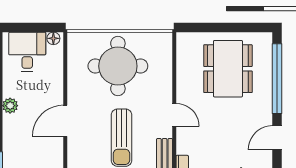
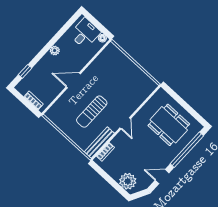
round table: (118, 66) -> (120, 78), removed
dining table: (228, 69) -> (169, 125), turned 90

